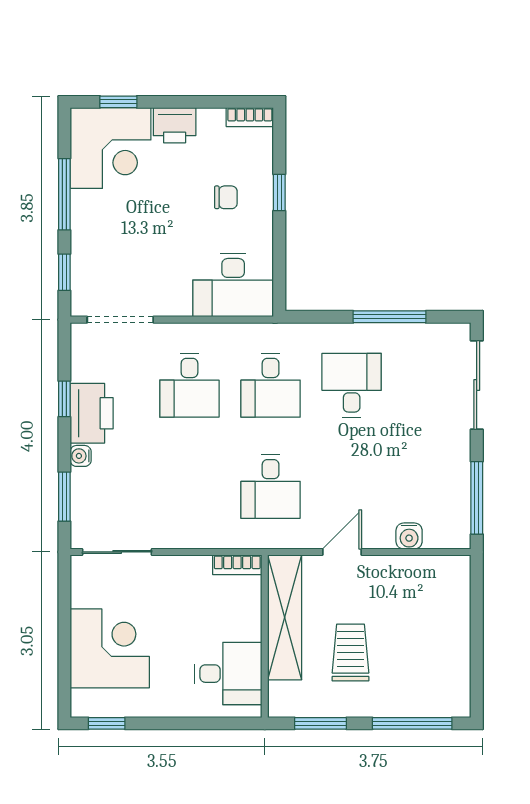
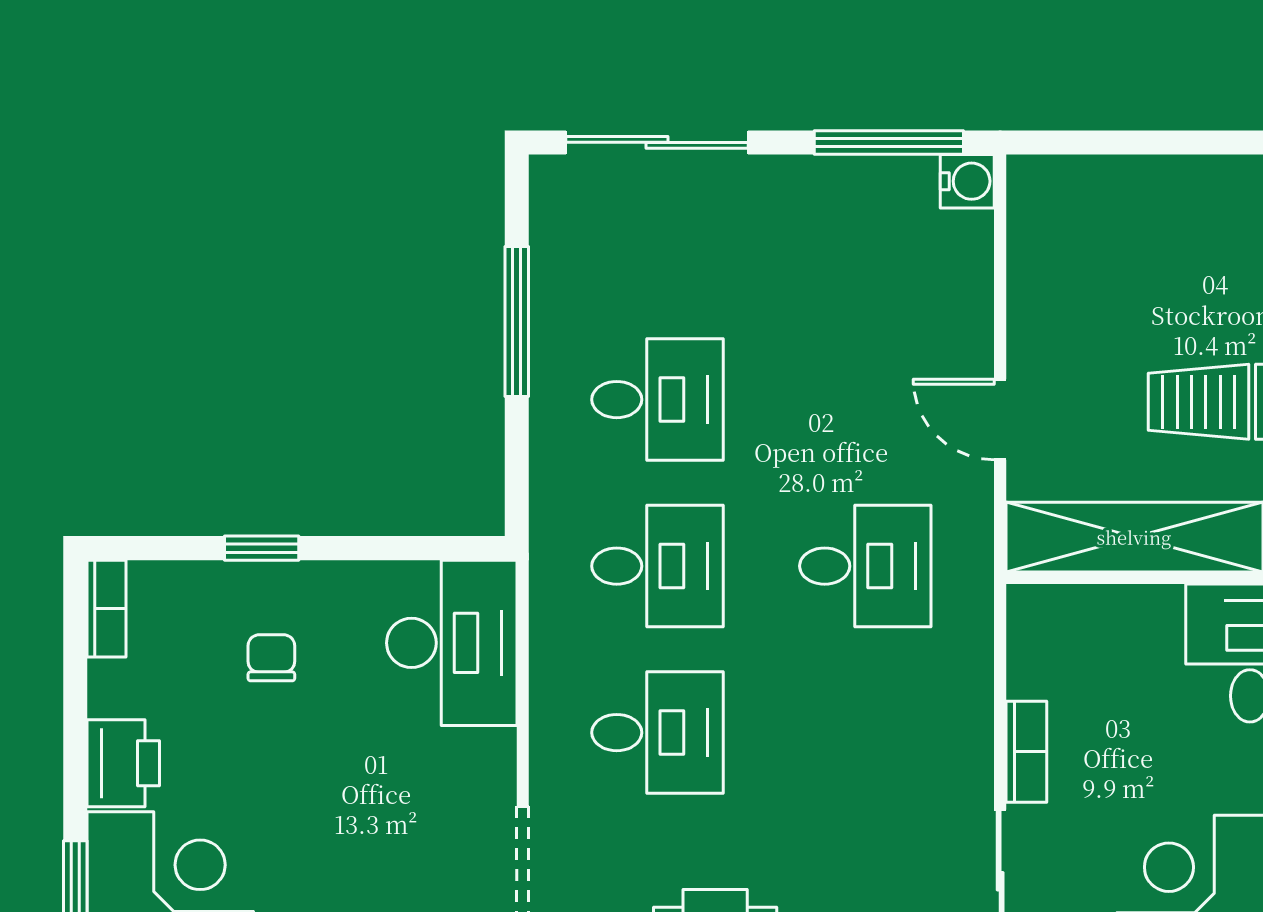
desk: (352, 385) -> (657, 400), turned 180
water cooler: (409, 536) -> (967, 181), moved
bookcase: (237, 565) -> (1026, 752), moved

